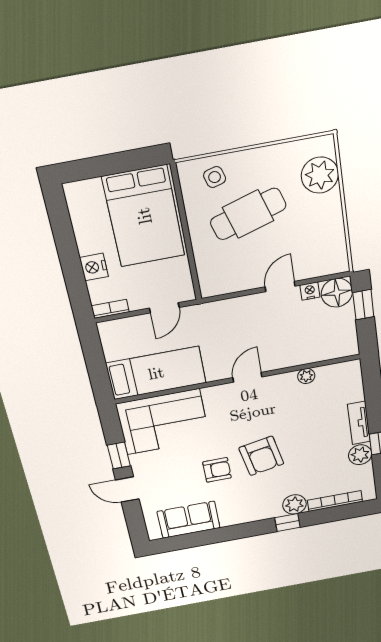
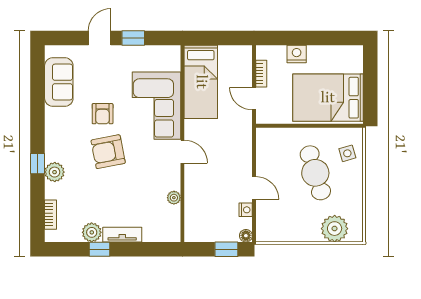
floor lamp: (337, 293) -> (246, 236), width x0.53, depth x0.53
bookcase: (110, 309) -> (261, 74), moved
corner sofa: (163, 422) -> (157, 106), moved
bookcase: (335, 501) -> (51, 215), width x0.64

